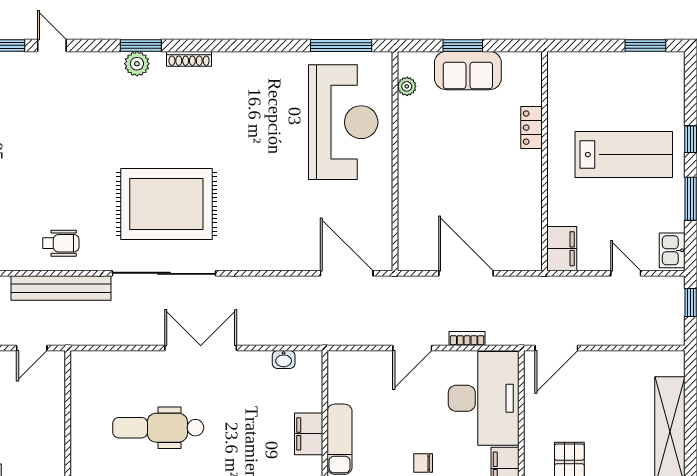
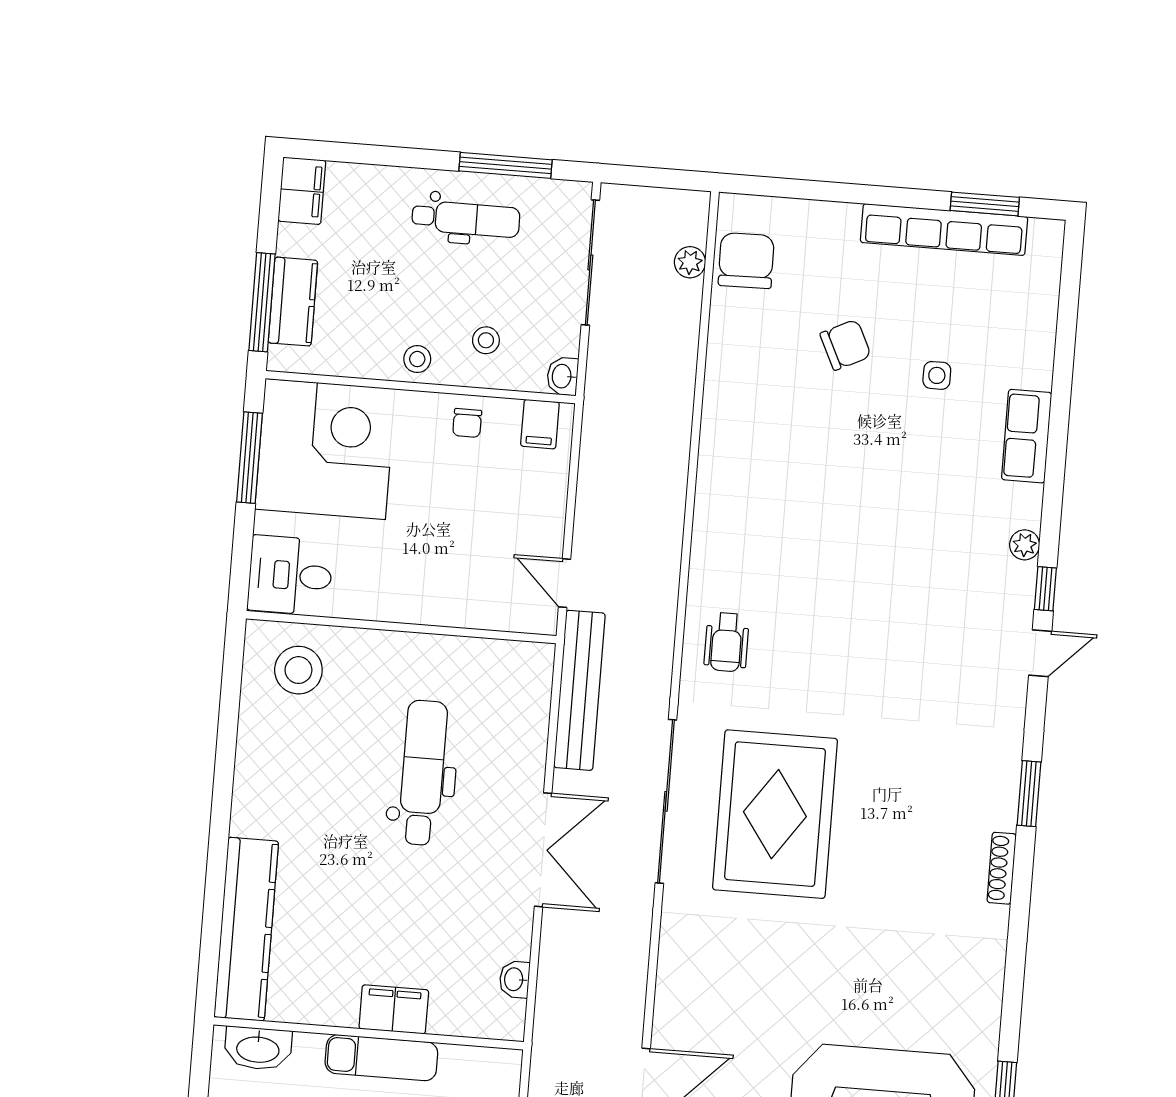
plant: (137, 64) -> (1000, 785), removed
bench: (61, 288) -> (579, 690), moved

